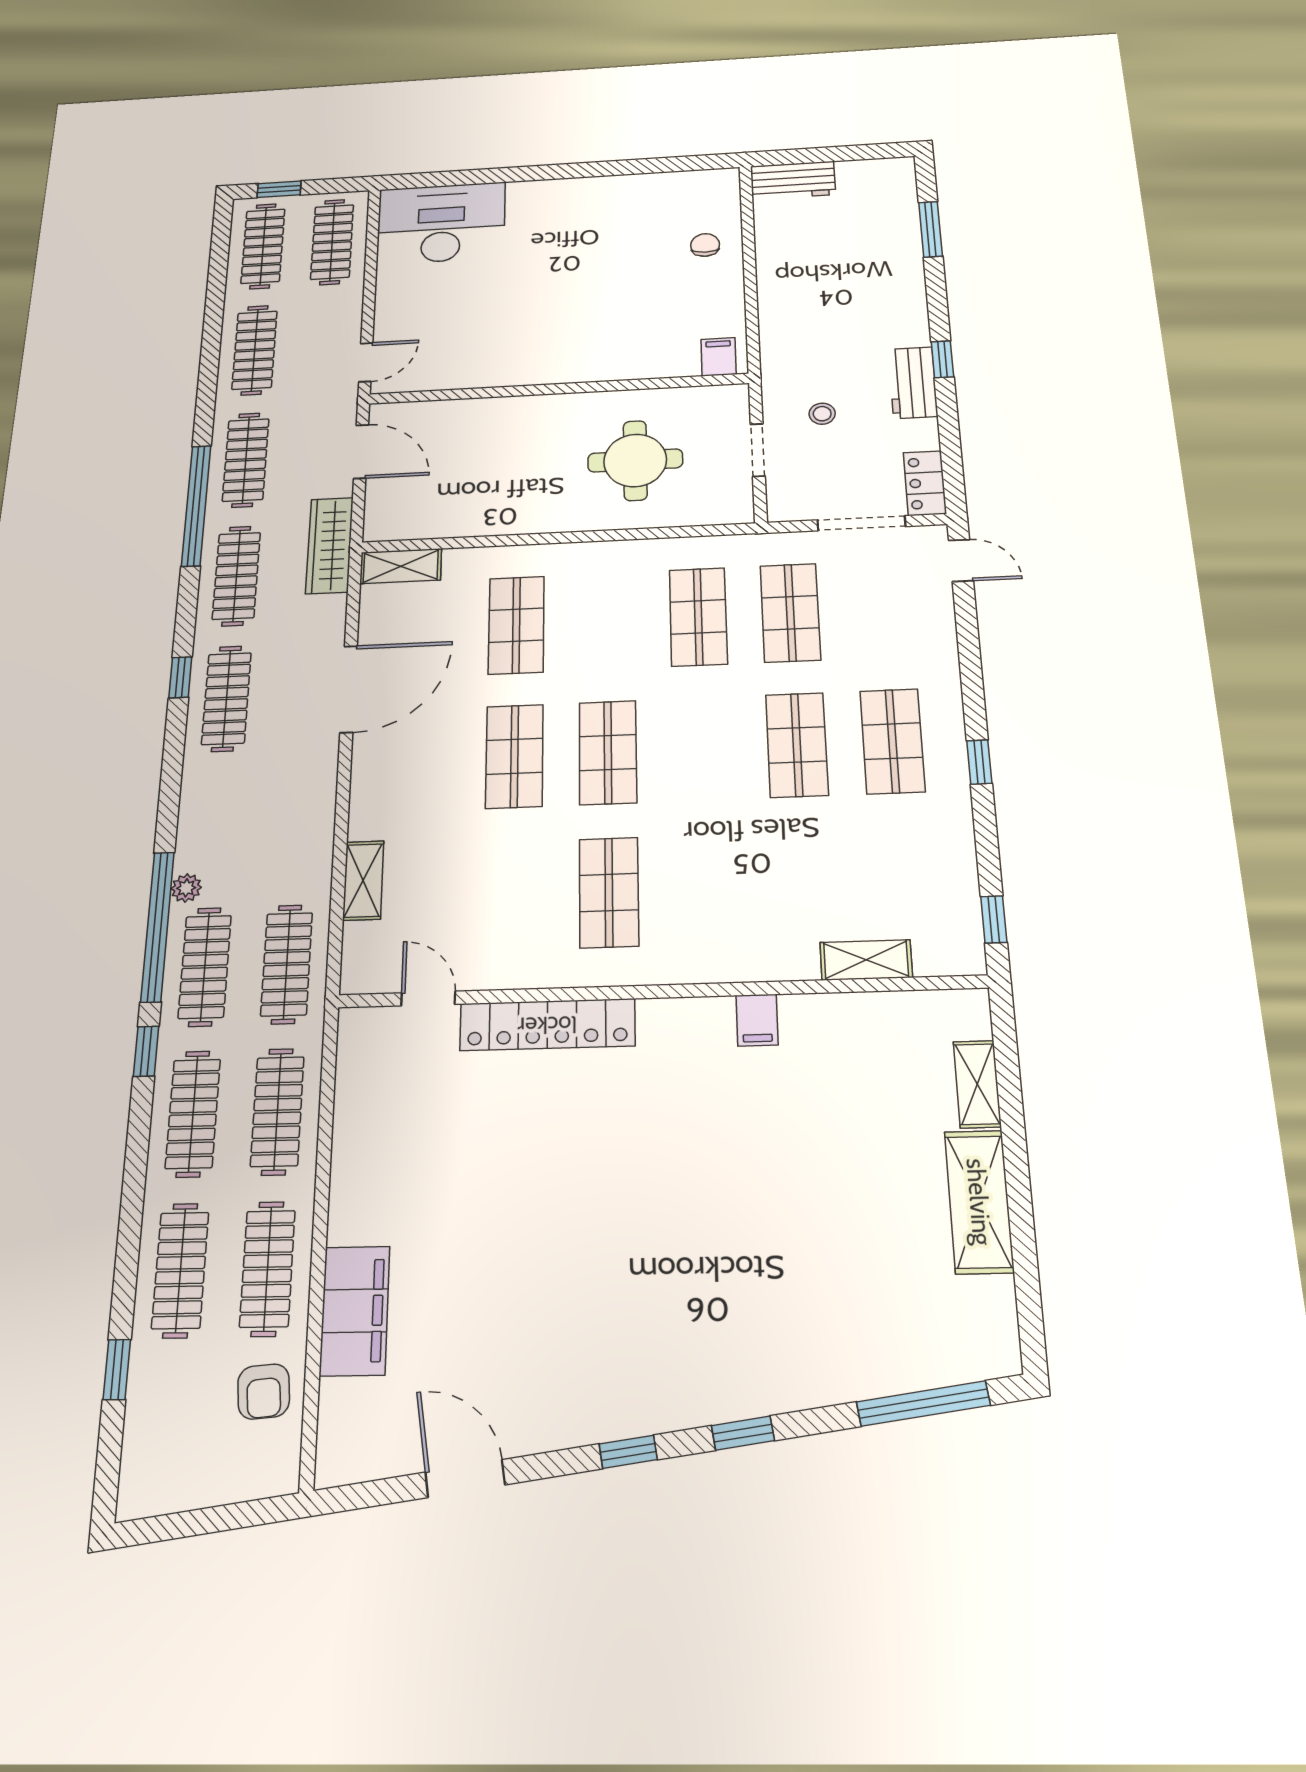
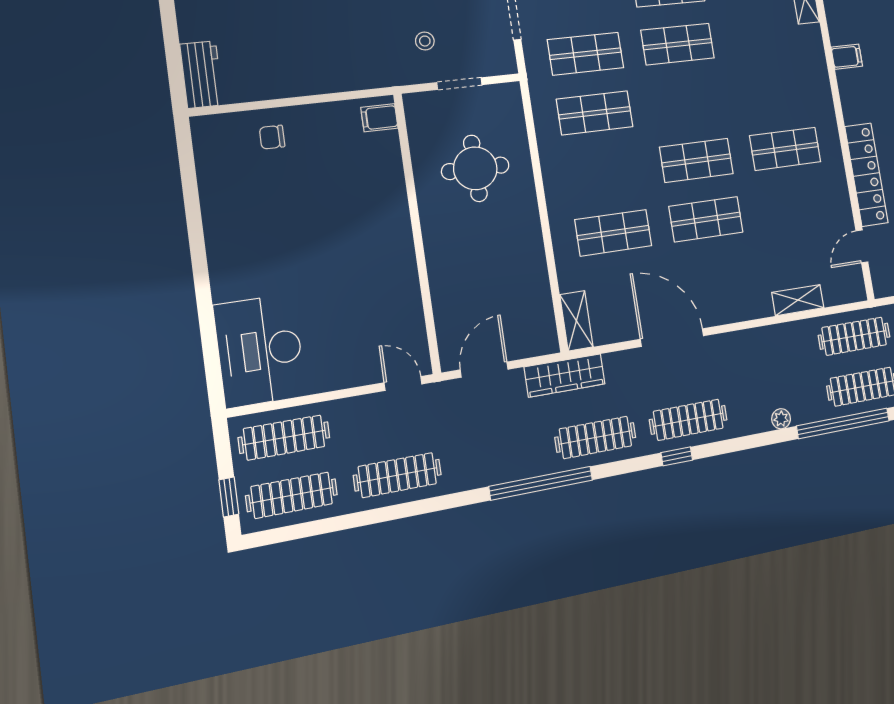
clothes rail: (246, 460) -> (499, 456), removed
plant: (186, 888) -> (781, 419), moved

